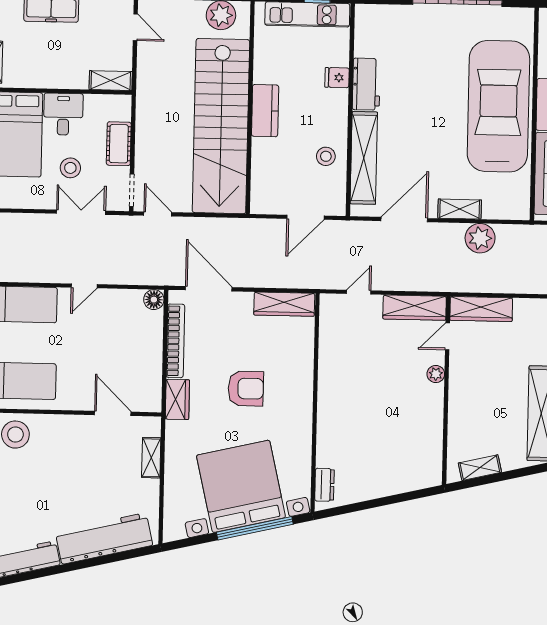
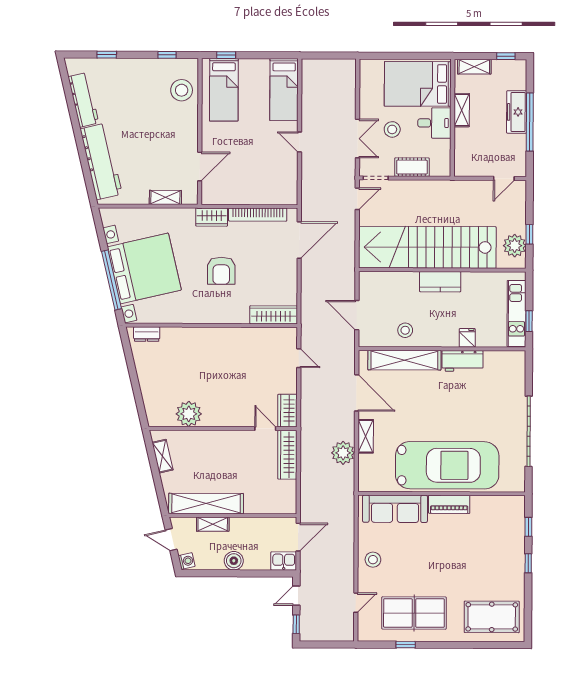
shelving: (111, 81) -> (462, 110), moved
floor lamp: (154, 300) -> (290, 197), removed
wardrobe: (284, 304) -> (274, 315), moved, turned 90
wardrobe: (415, 308) -> (287, 411), width x0.67
plant: (436, 374) -> (189, 414), moved, width x1.88, depth x1.88

